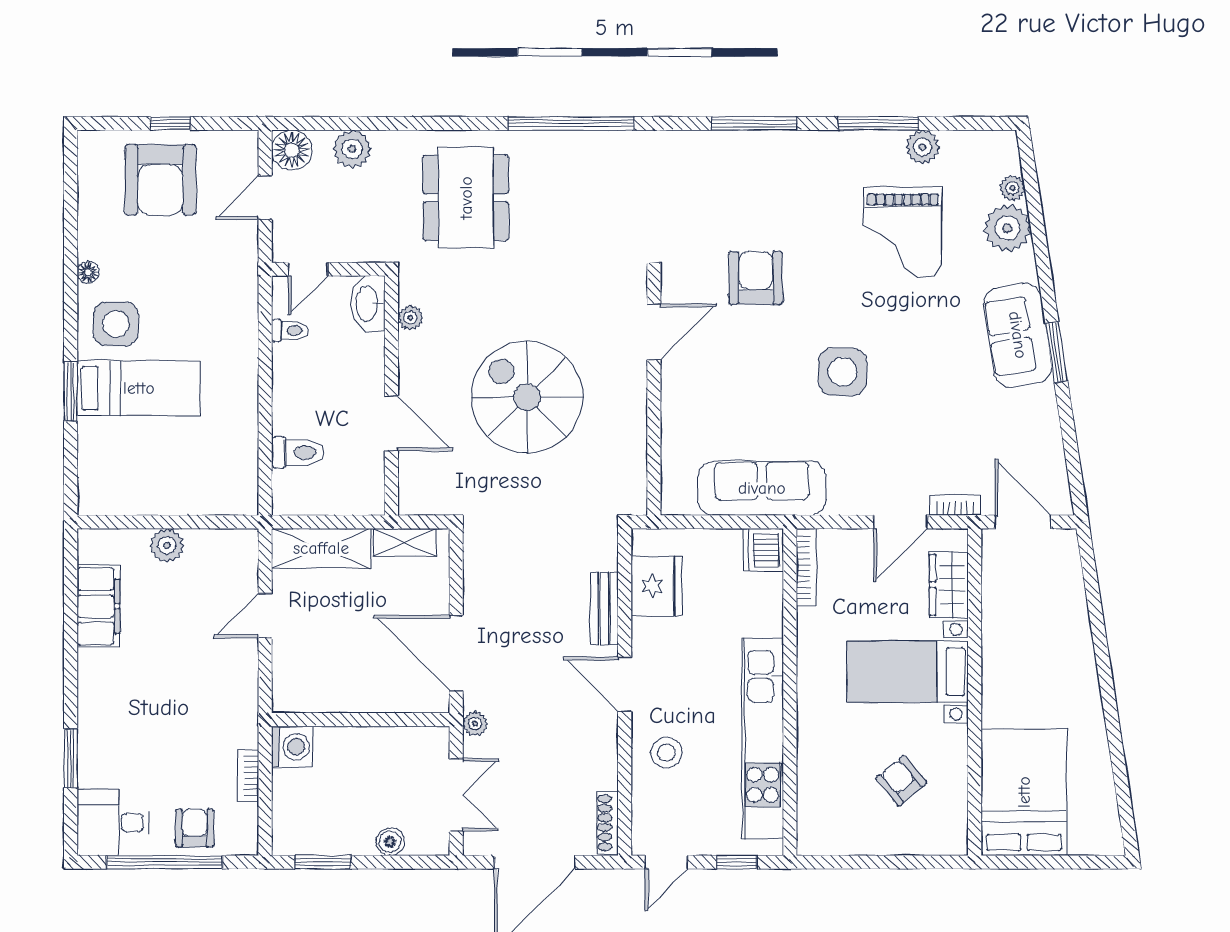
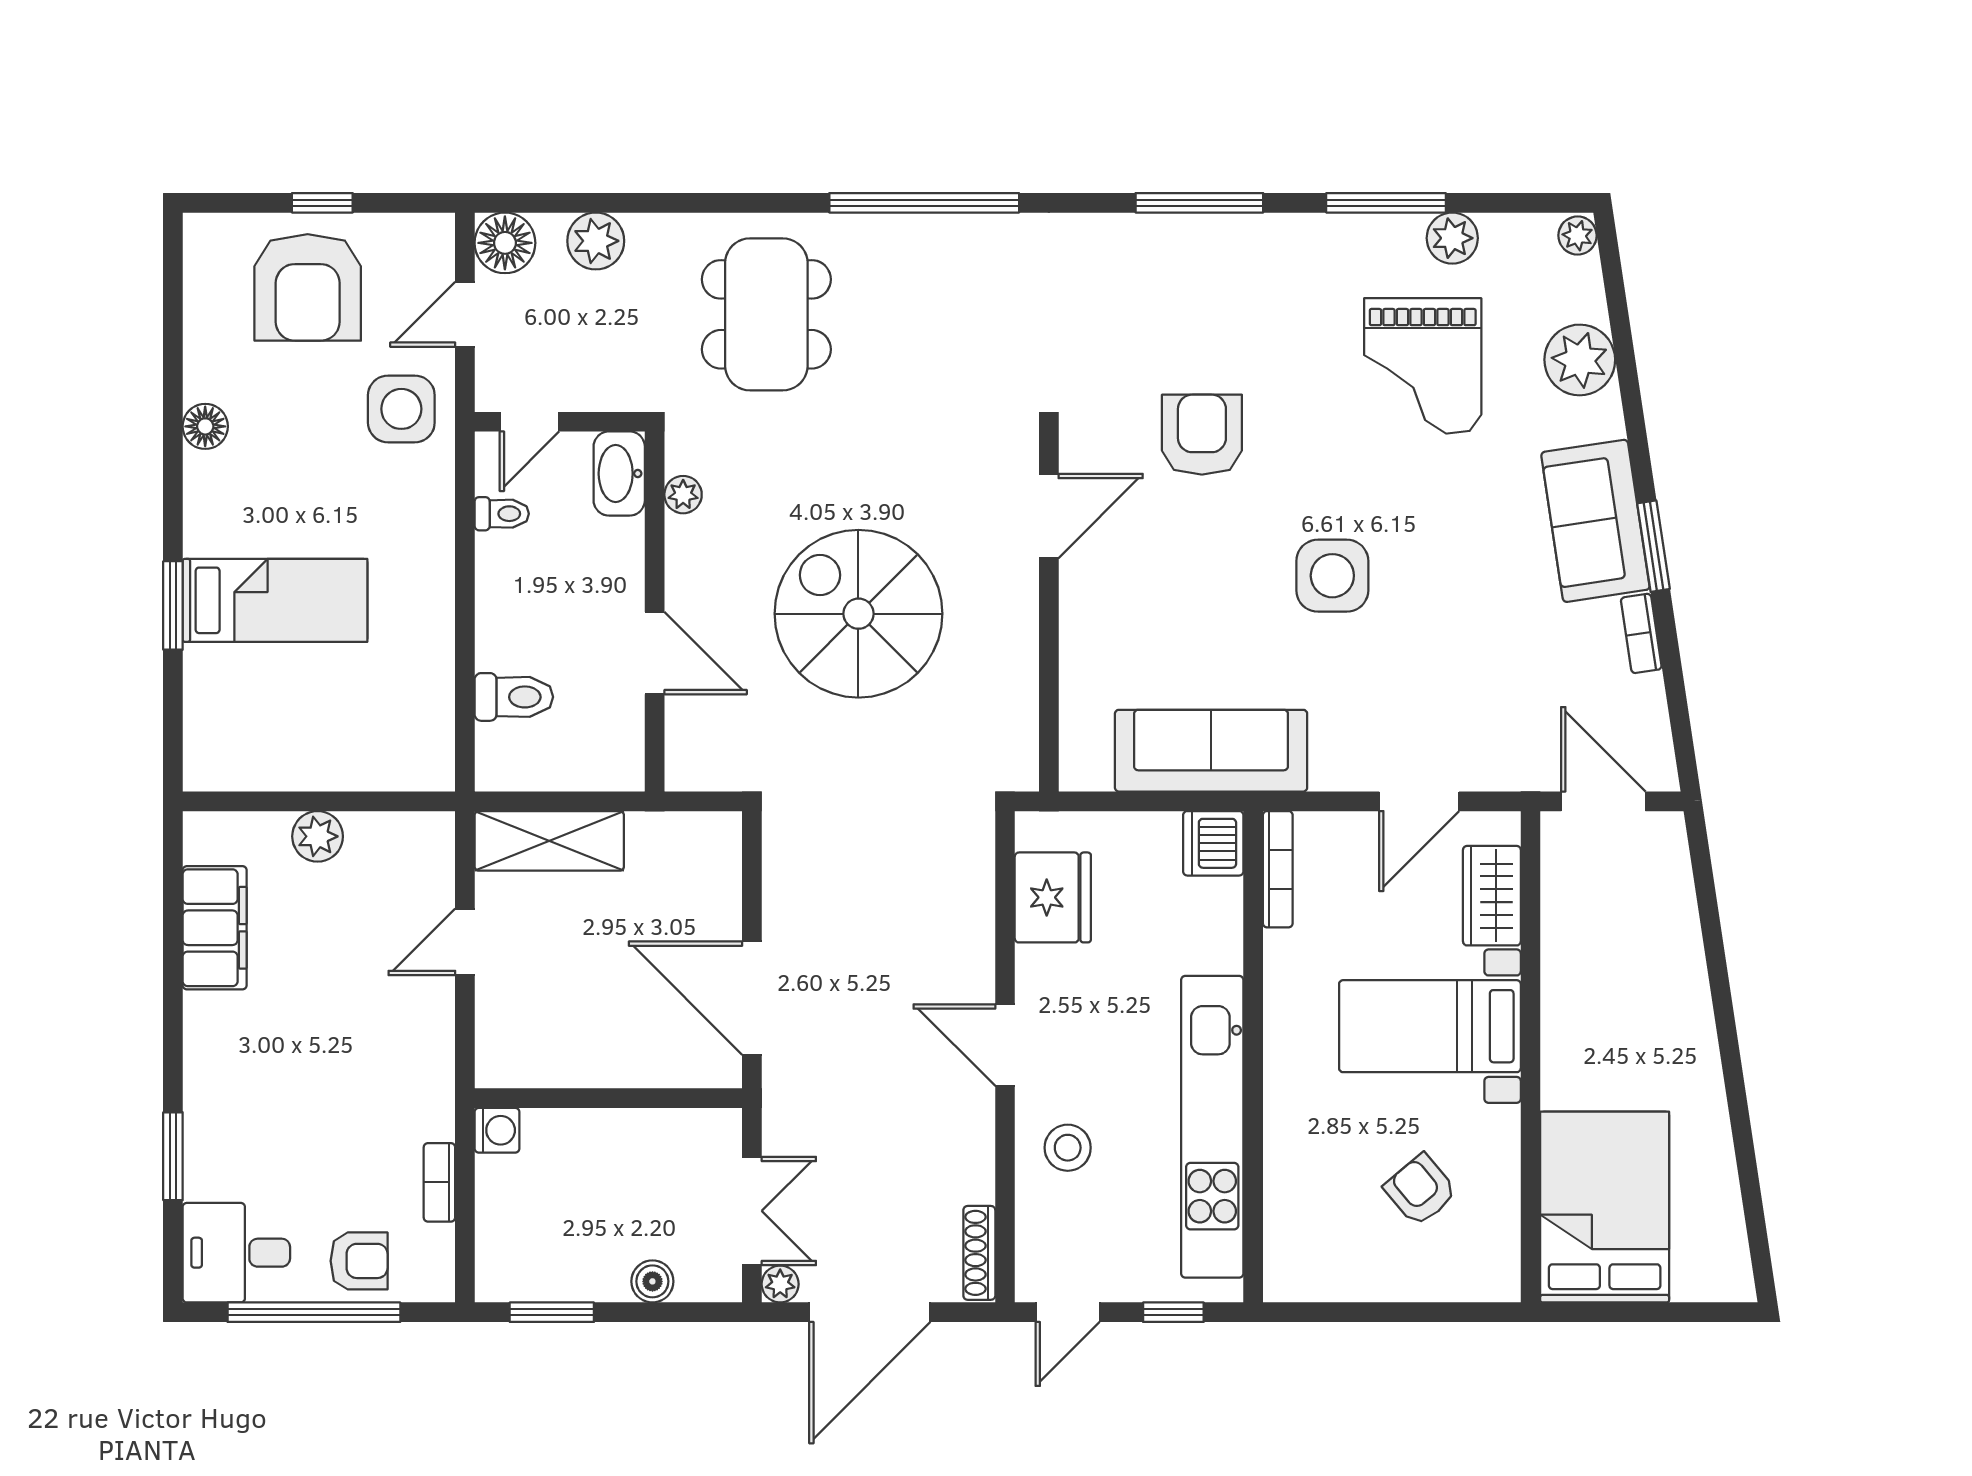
plant: (1012, 188) -> (1578, 236), moved
floor lamp: (88, 272) -> (205, 426), width x1.37, depth x1.37
side table: (116, 324) -> (401, 409), moved
bookcase: (955, 505) -> (1641, 633), moved, turned -99
shelving: (405, 543) -> (675, 832), removed
bench: (604, 609) -> (974, 932), removed
plant: (475, 724) -> (780, 1284), moved
washing machine: (292, 747) -> (497, 1130), width x0.73, depth x0.73
armchair: (195, 828) -> (359, 1261), turned 90

